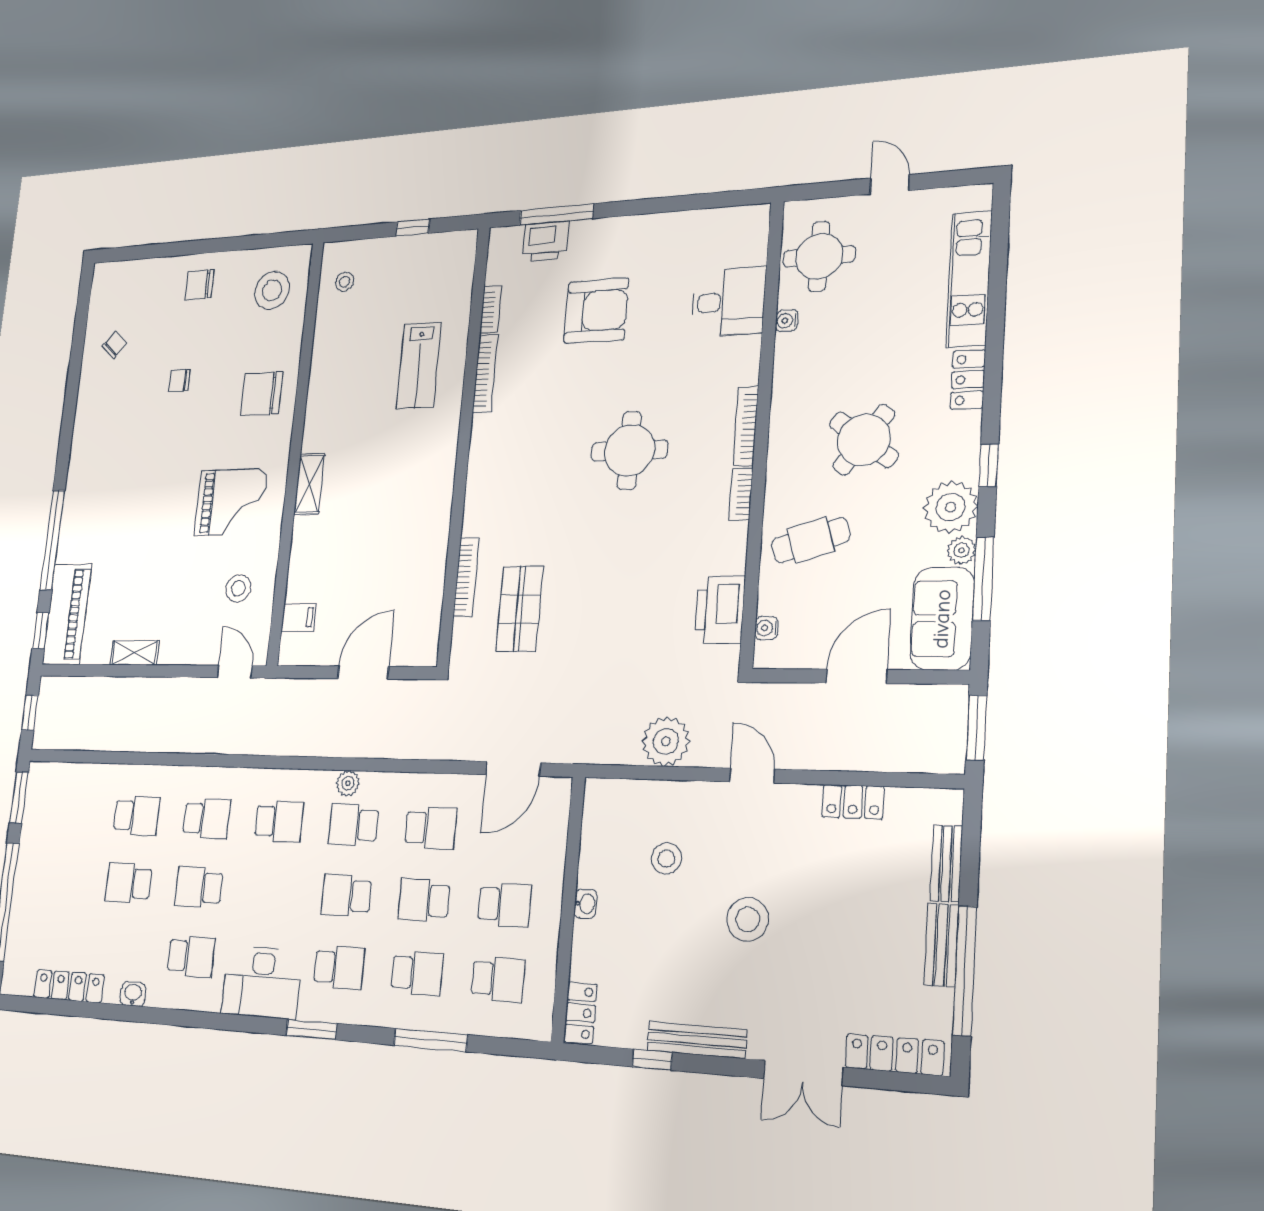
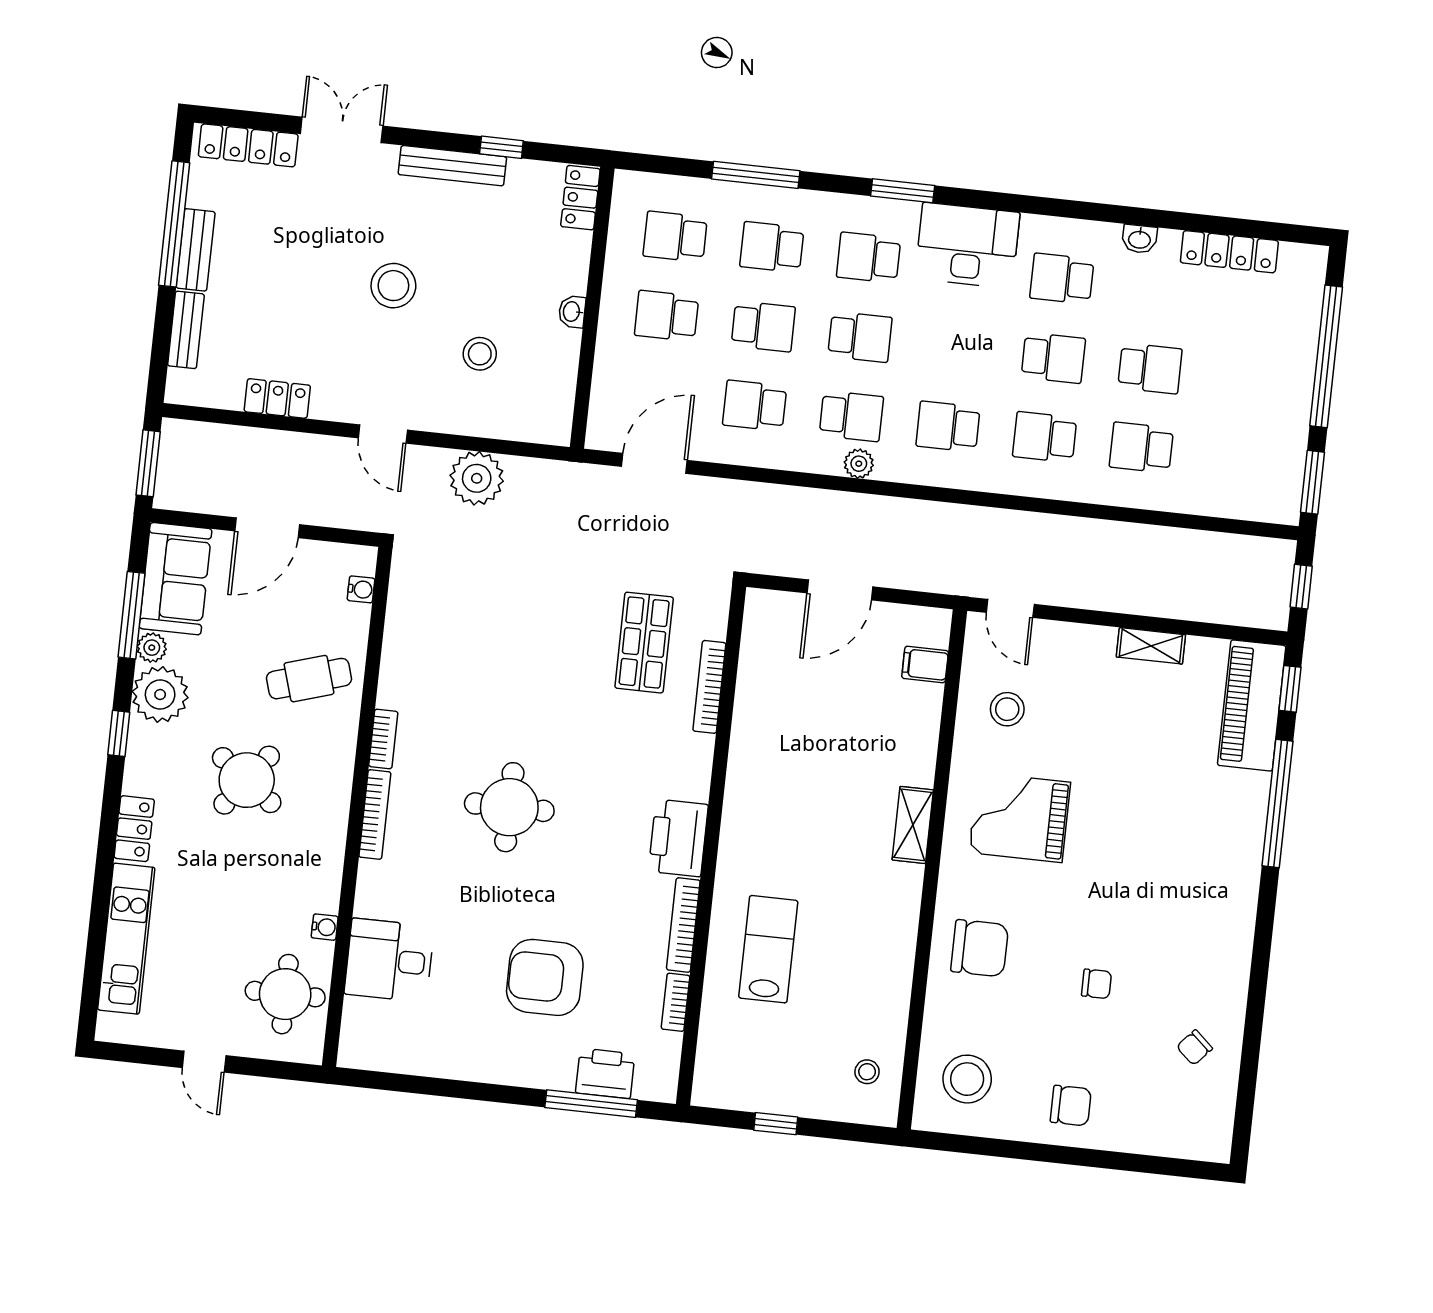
printer: (720, 610) -> (678, 838), moved, turned 180

